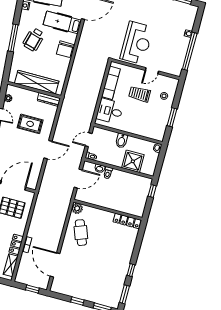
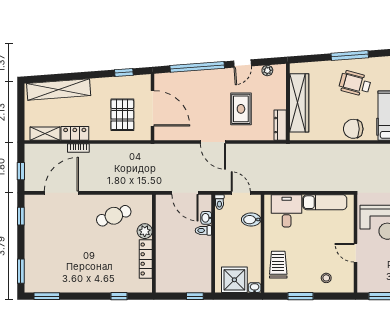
trolley: (140, 94) -> (278, 265), moved
bidet: (121, 141) -> (251, 220), moved
shower: (133, 161) -> (234, 280), moved
plant: (77, 208) -> (145, 231), moved
locker: (127, 221) -> (146, 259), moved
window: (131, 270) -> (119, 296), moved
window: (77, 301) -> (21, 216), moved

